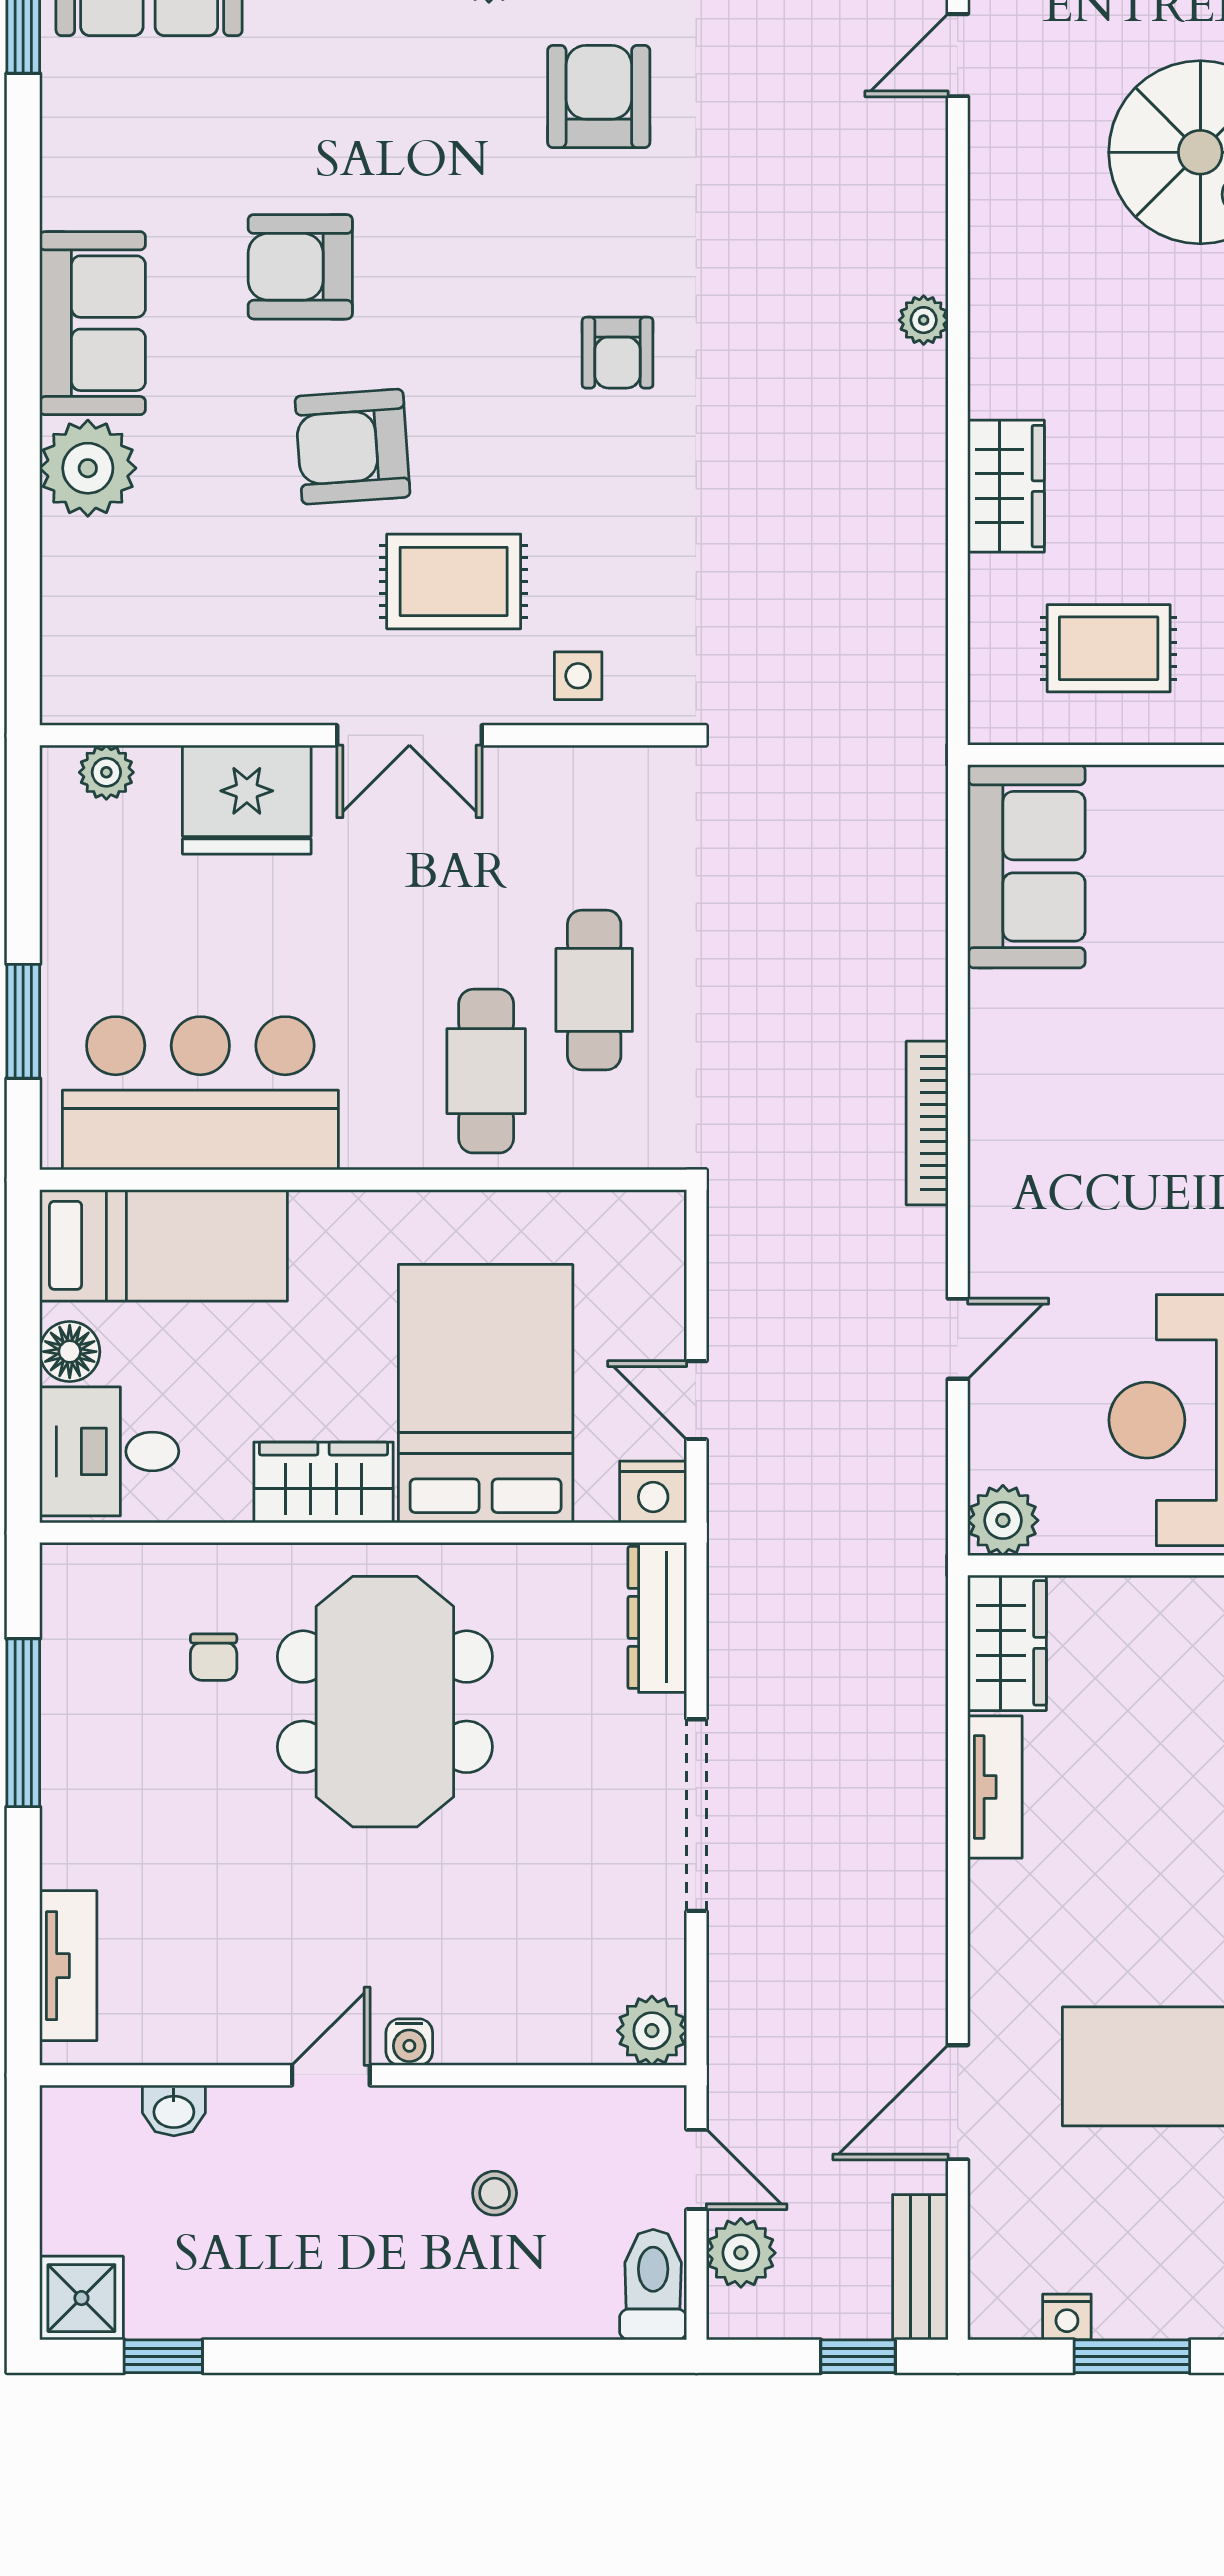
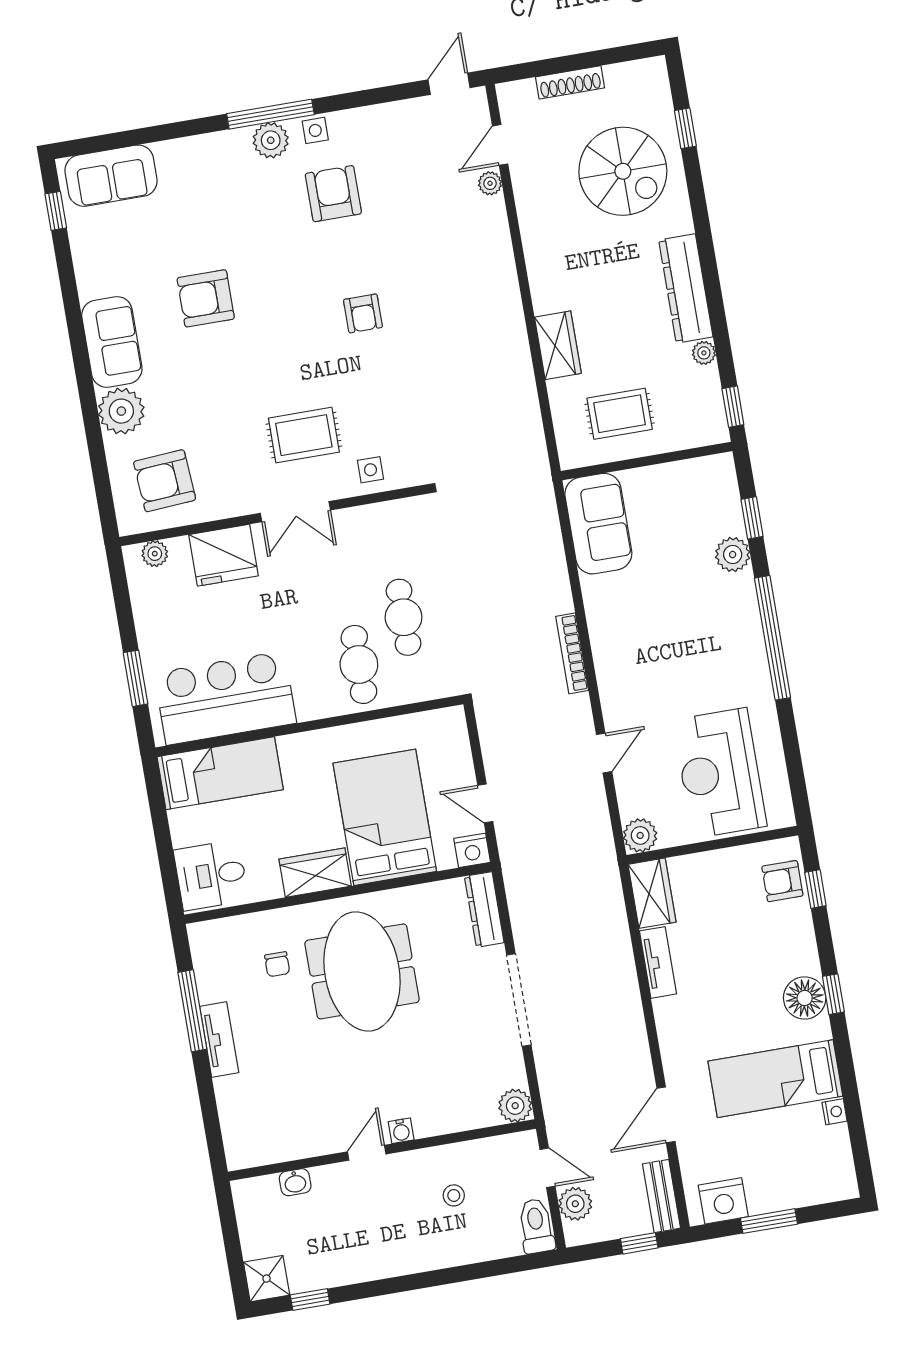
plant: (924, 320) -> (490, 183), moved
armchair: (353, 447) -> (165, 481), moved
floor lamp: (70, 1352) -> (184, 831), removed
tv unit: (68, 1966) -> (219, 1039), moved
nightstand: (1067, 2317) -> (723, 1201), width x1.89, depth x1.79

